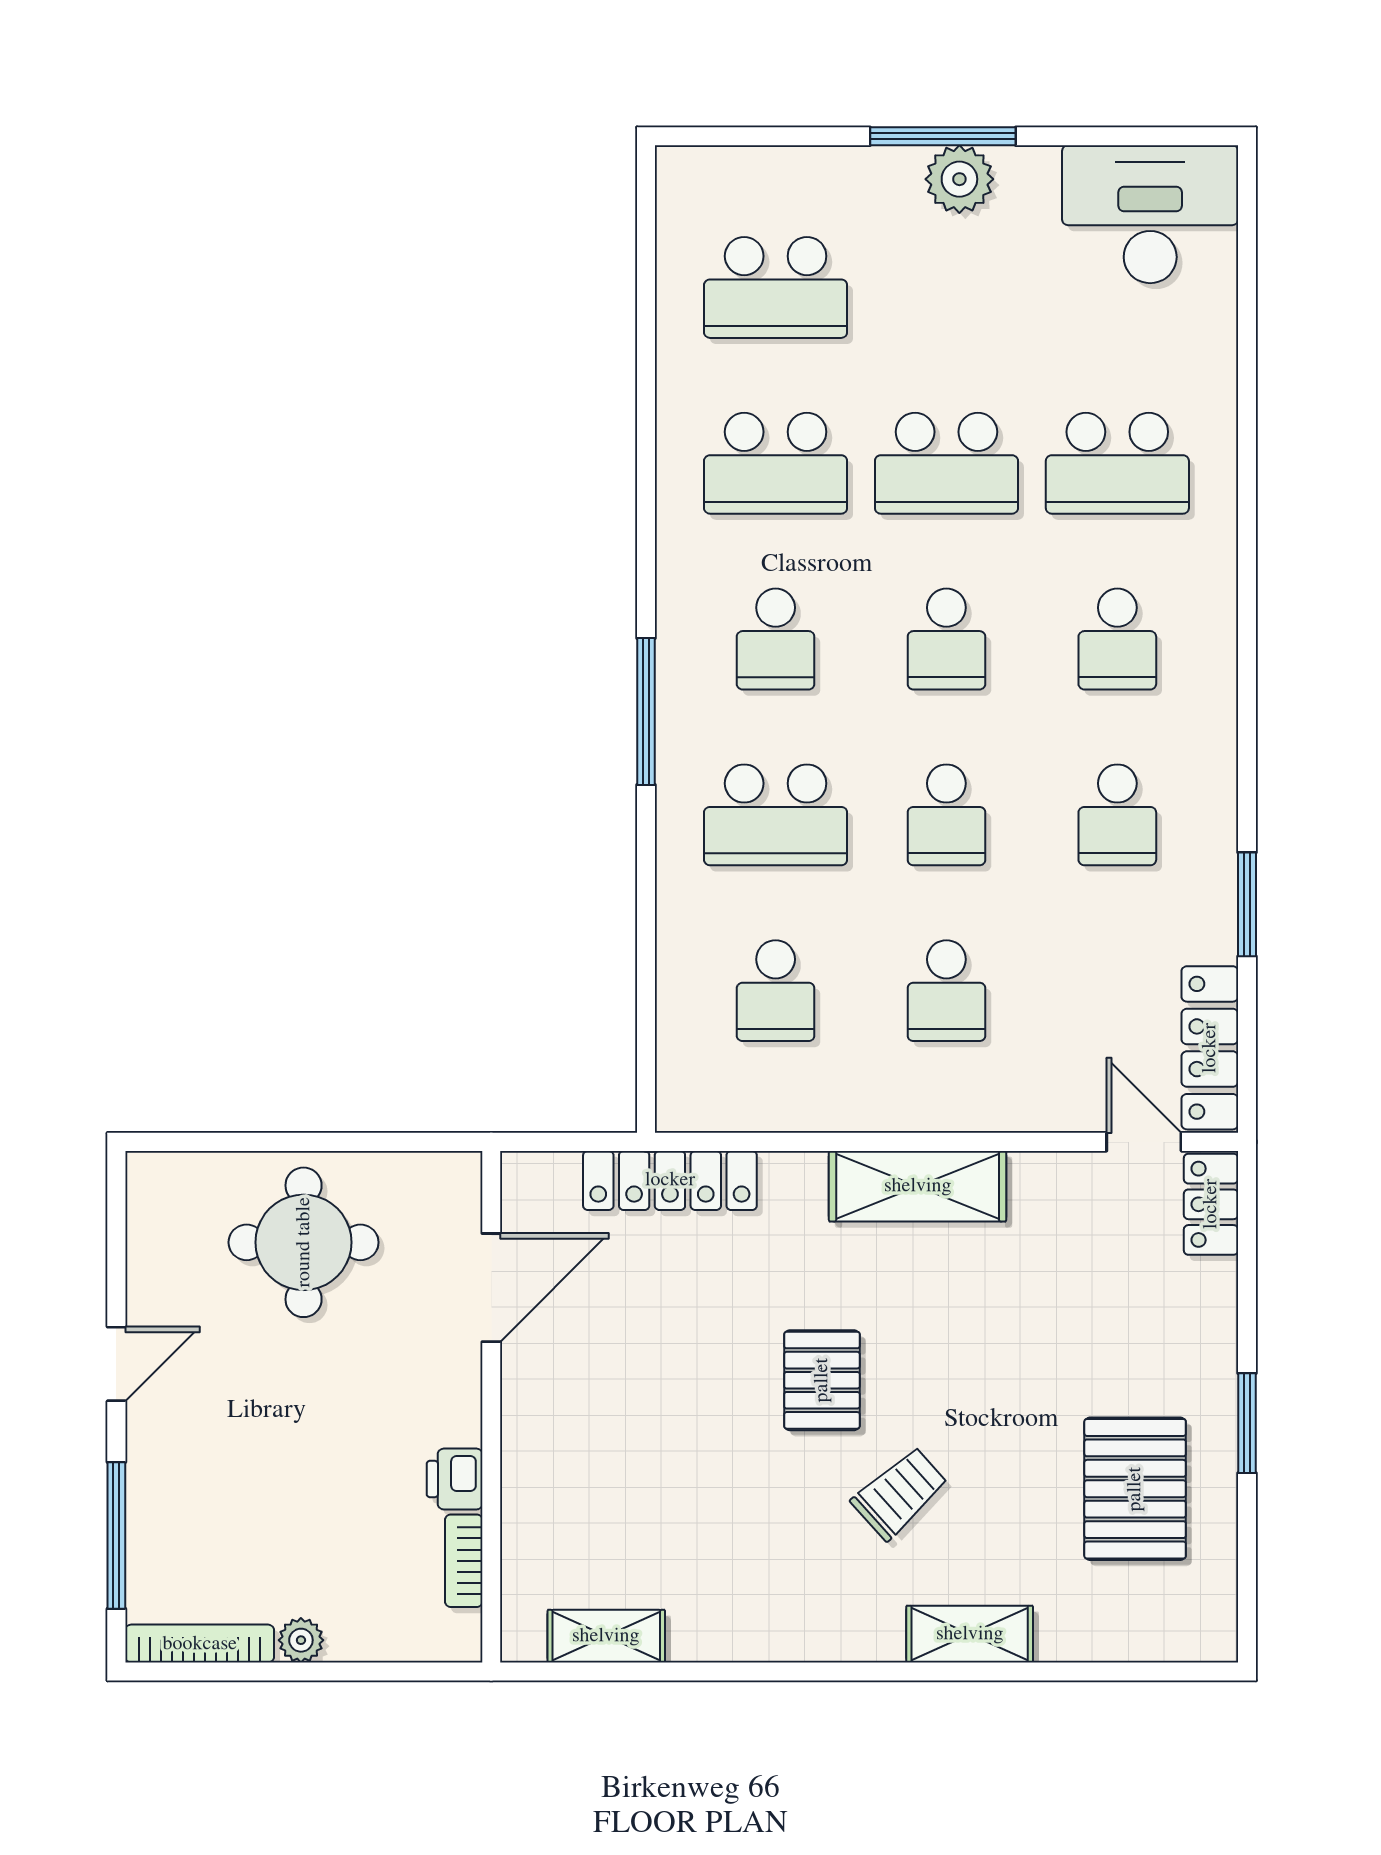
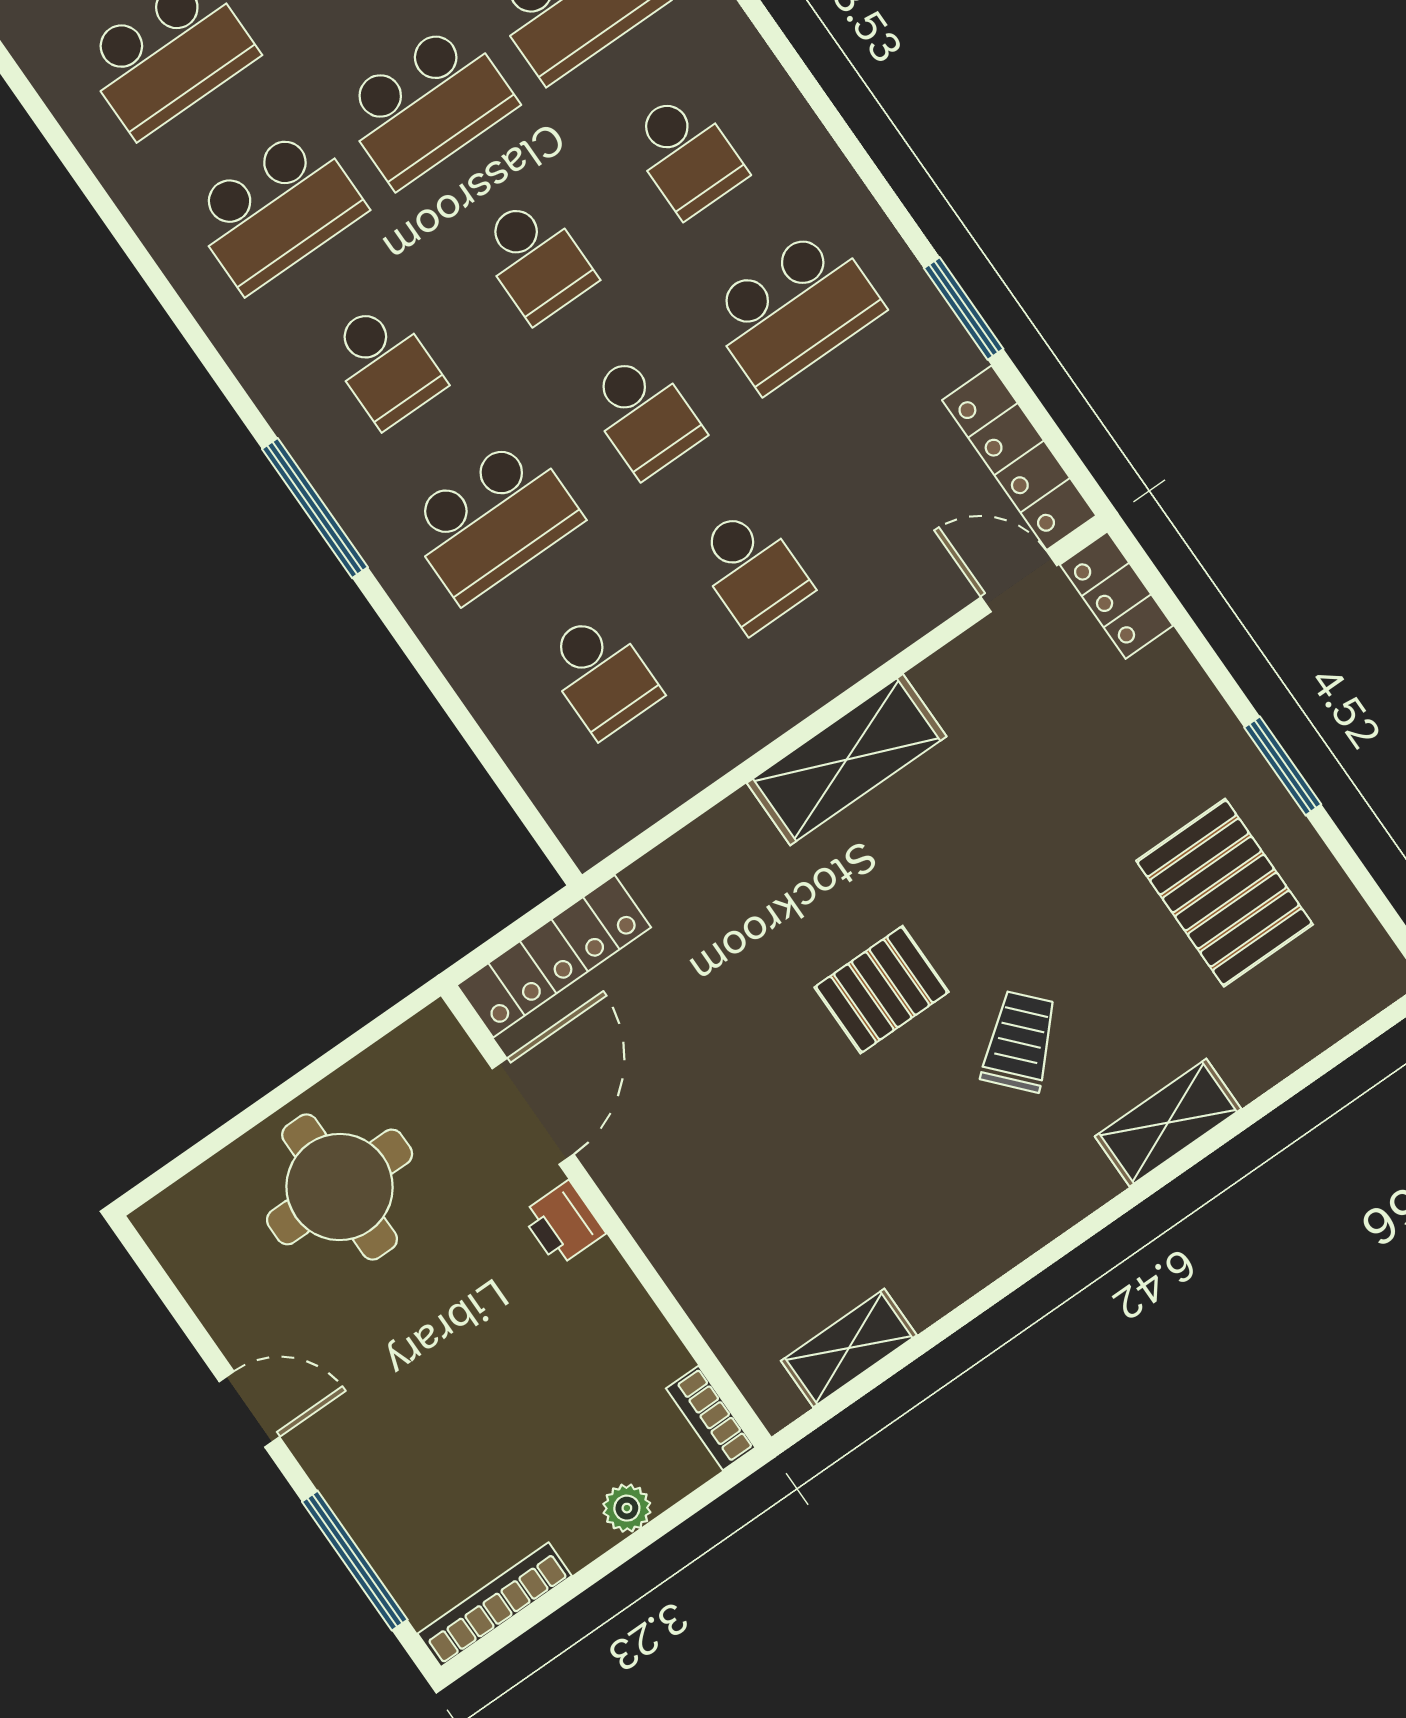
school desk: (1117, 815) -> (794, 309), width x1.85
locker: (670, 1180) -> (554, 956), moved
door: (116, 1364) -> (249, 1409), hinge flipped
pallet: (822, 1380) -> (882, 990), turned 90
printer: (455, 1479) -> (563, 1223), moved
bookcase: (464, 1561) -> (711, 1418), moved
plant: (301, 1640) -> (627, 1508), moved

